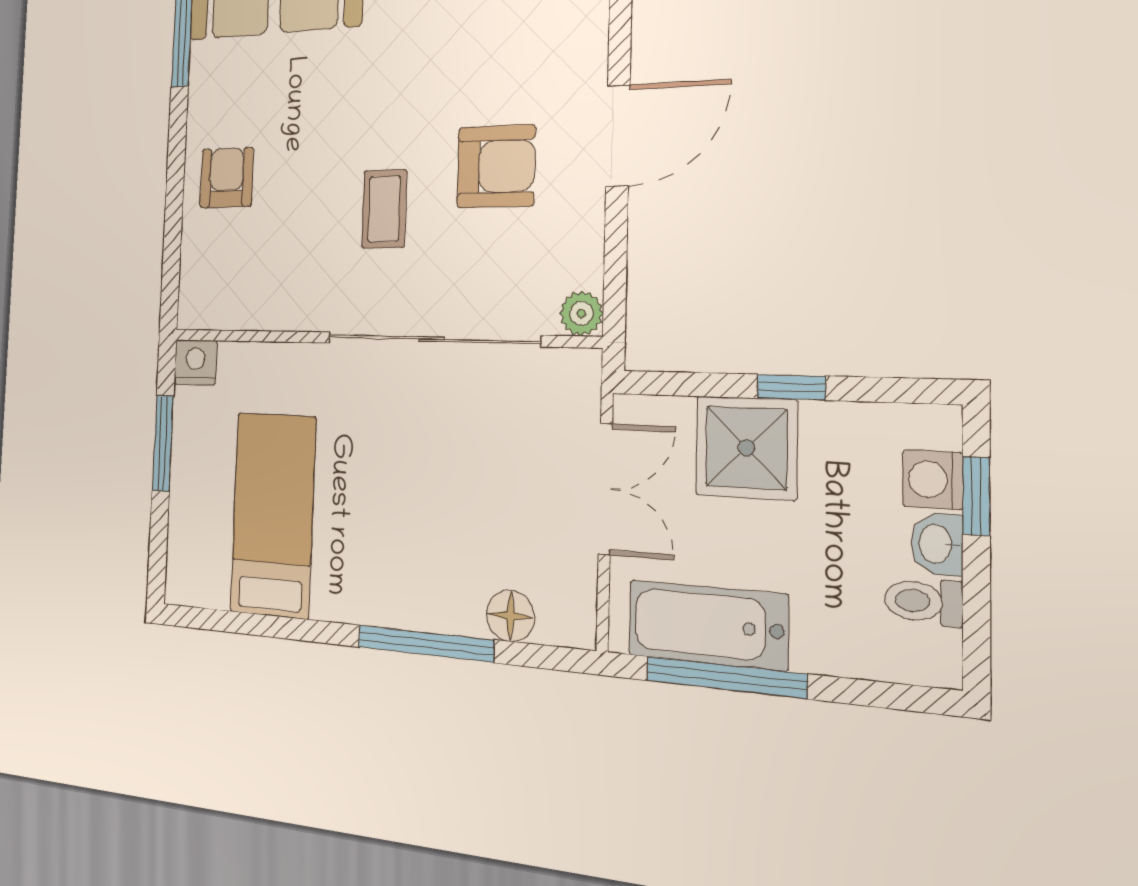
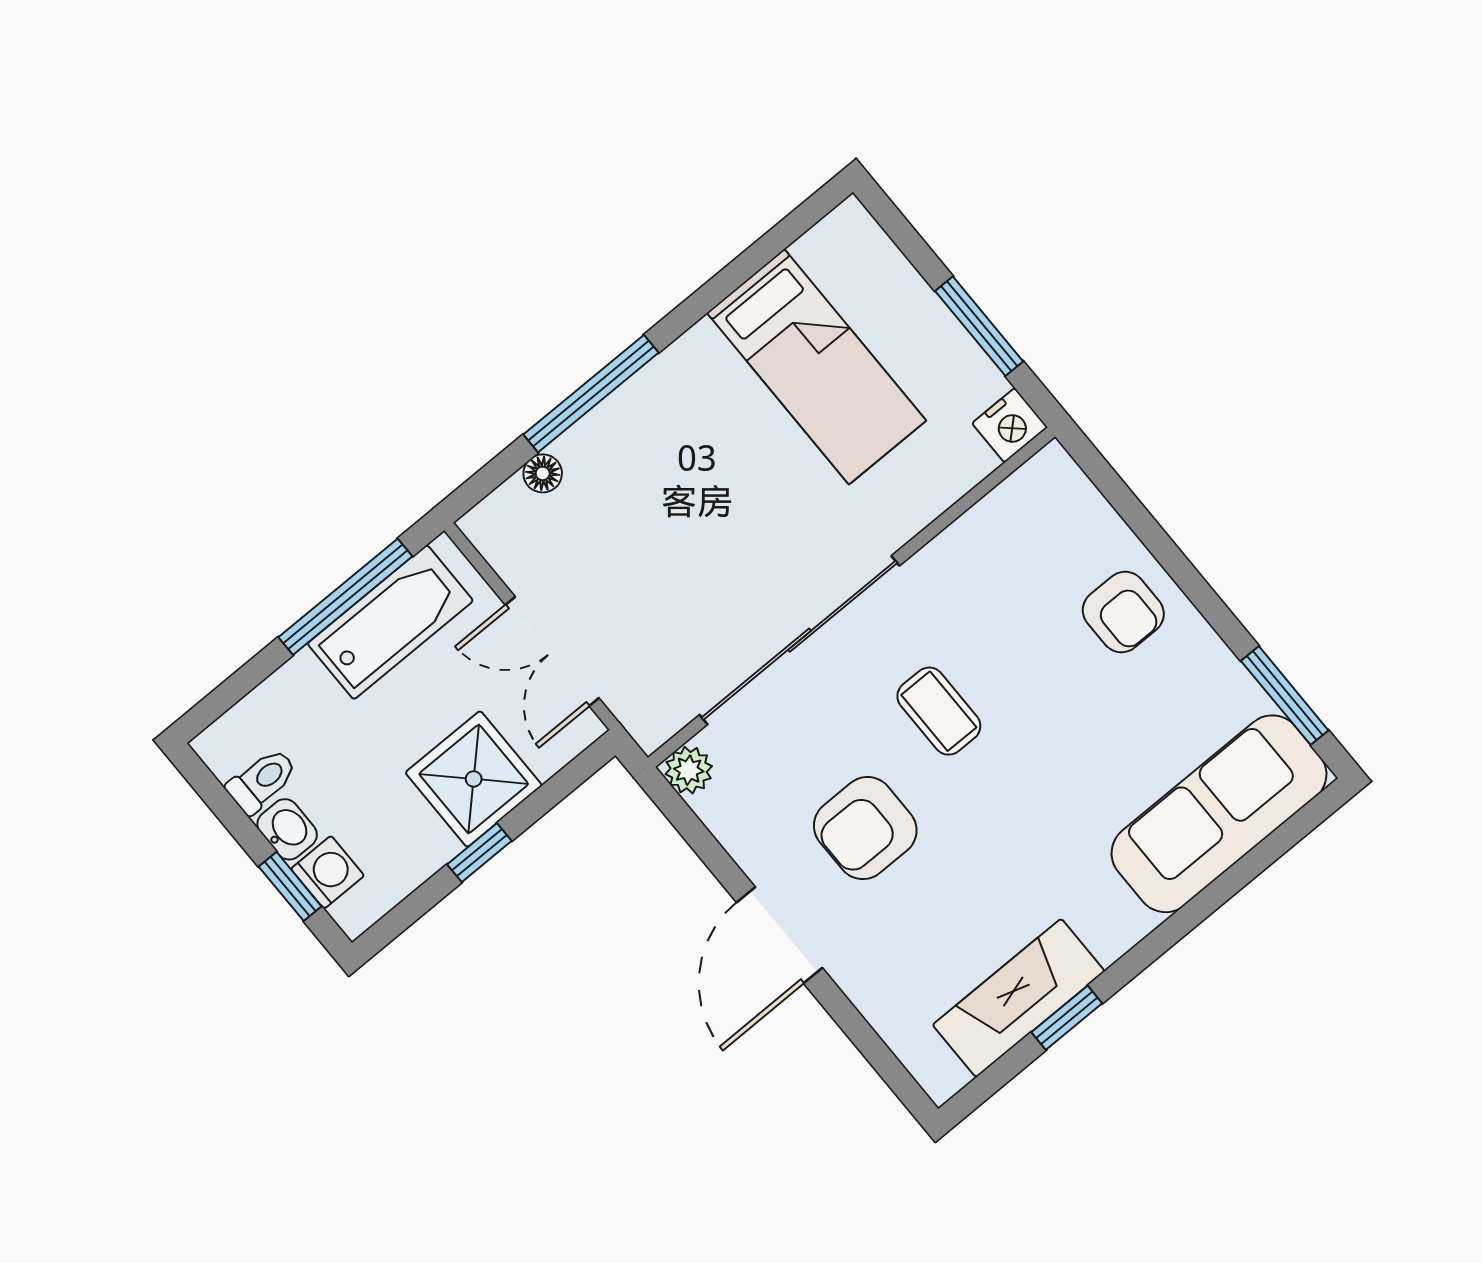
floor lamp: (510, 616) -> (543, 473), width x0.73, depth x0.73

